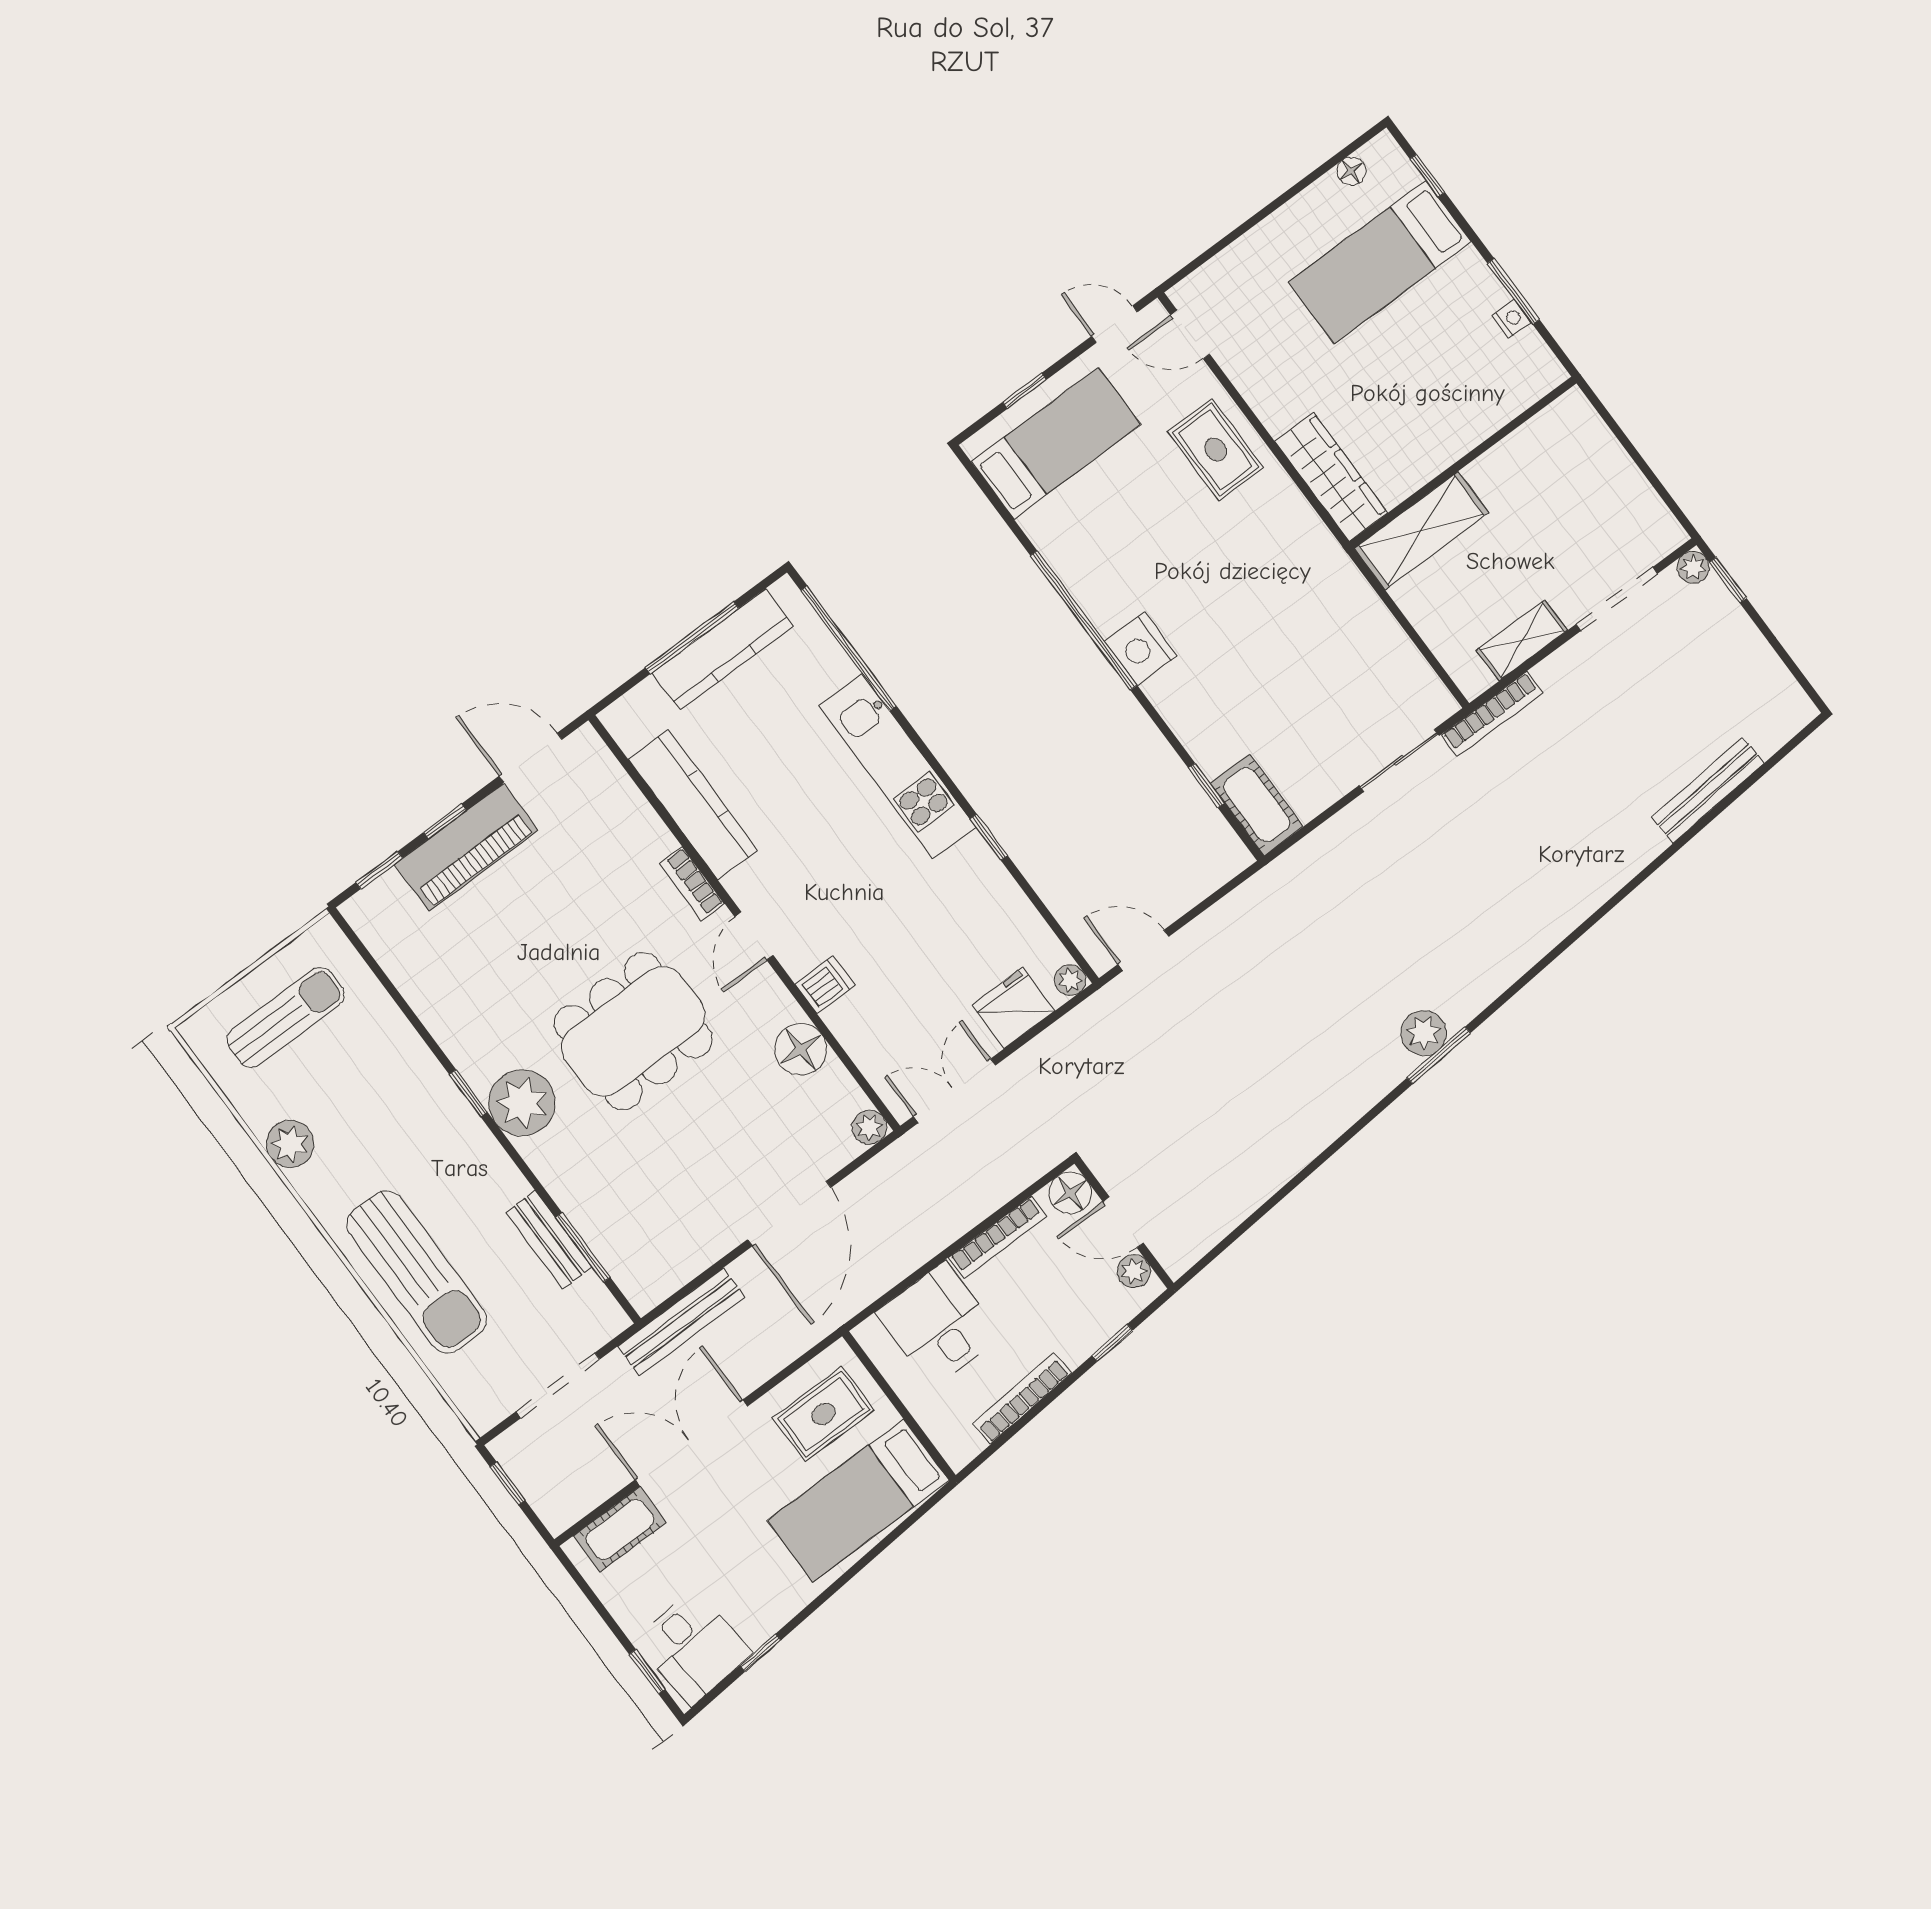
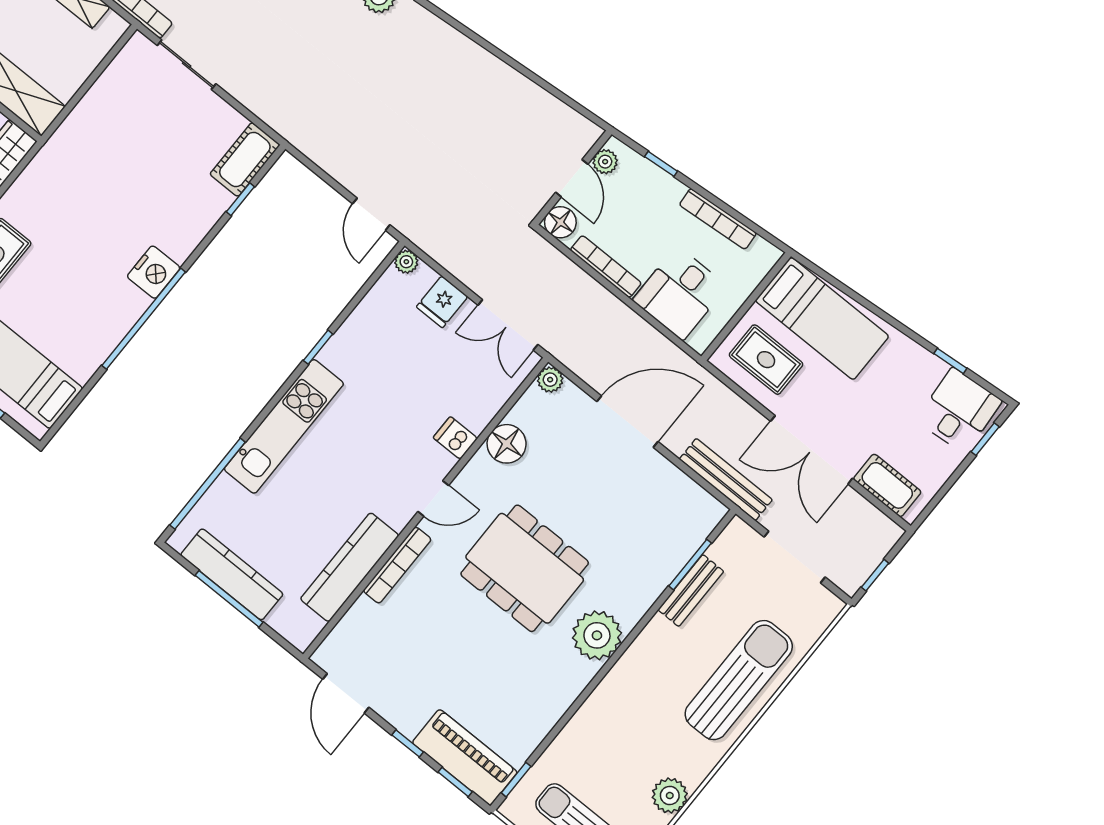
piano: (466, 847) -> (465, 757), moved
bookcase: (692, 883) -> (397, 565), width x1.56
fridge: (1013, 1008) -> (442, 302), width x0.72
window: (468, 1093) -> (516, 780), moved

